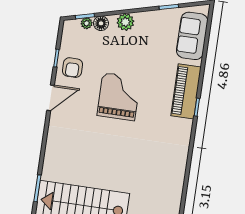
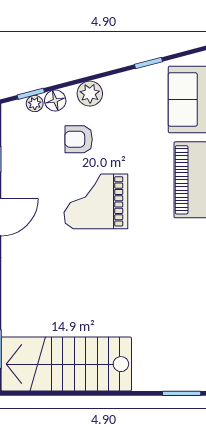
armchair: (72, 68) -> (79, 139), moved, turned 90
grand piano: (119, 97) -> (96, 201), turned -90

